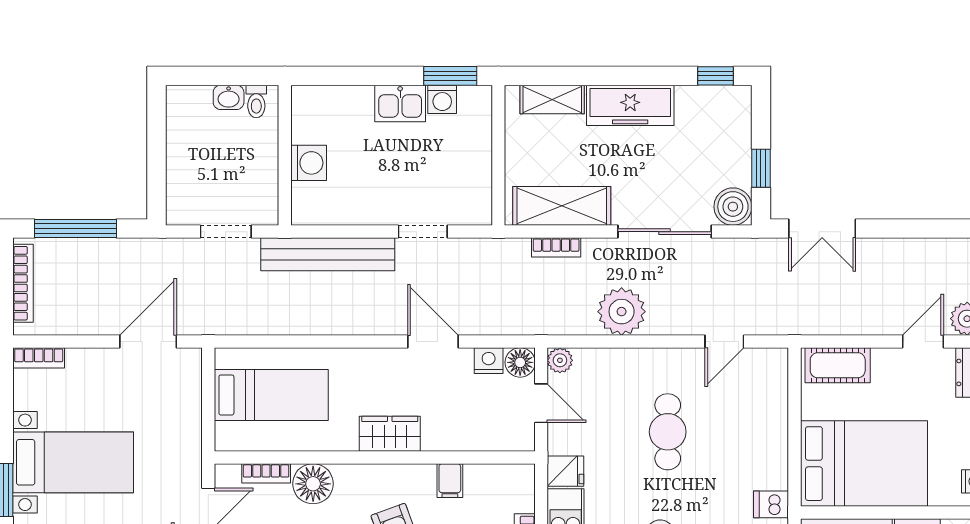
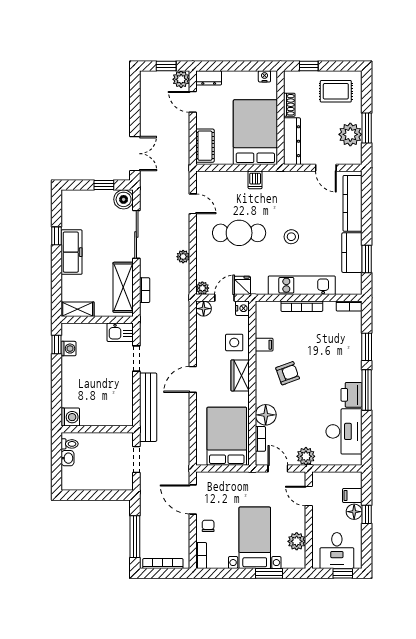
window: (450, 76) -> (56, 344), width x0.67
window: (716, 76) -> (56, 236), moved
shelving: (552, 99) -> (78, 309), moved, turned 90
kitchen sink: (400, 103) -> (120, 332), moved, turned 90
washing machine: (309, 163) -> (70, 417), moved, turned 90
plant: (622, 312) -> (183, 257), width x0.53, depth x0.53
door: (433, 341) -> (193, 379), moved
nightstand: (489, 361) -> (242, 308), moved, turned 180
chair: (97, 371) -> (208, 526), added
bed: (271, 395) -> (227, 436), width x1.50
side table: (454, 422) -> (234, 342), added
cafe table: (668, 432) -> (239, 233), width x1.37, depth x1.35
fridge: (565, 471) -> (242, 285), moved
dishwasher: (771, 504) -> (255, 180), moved

